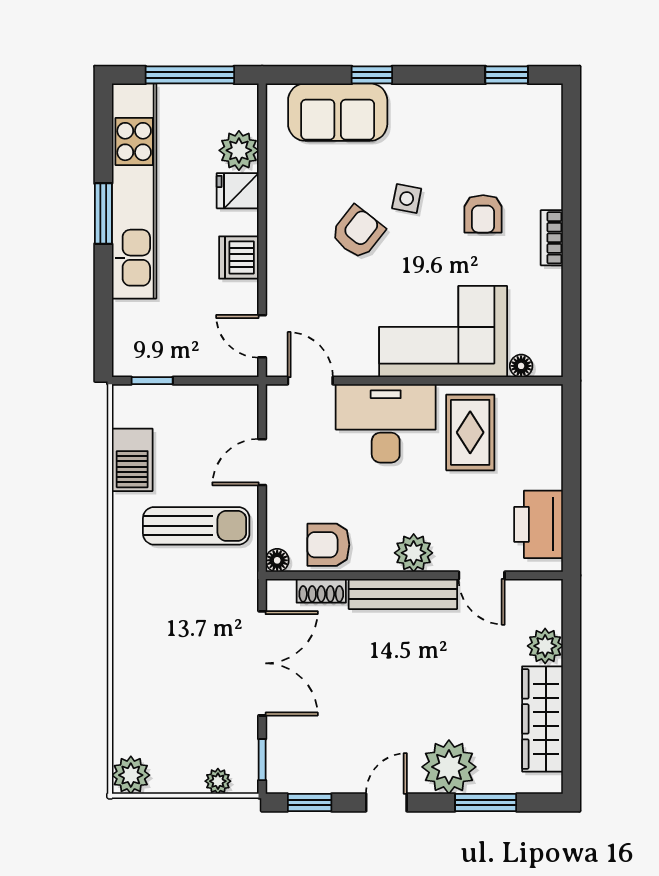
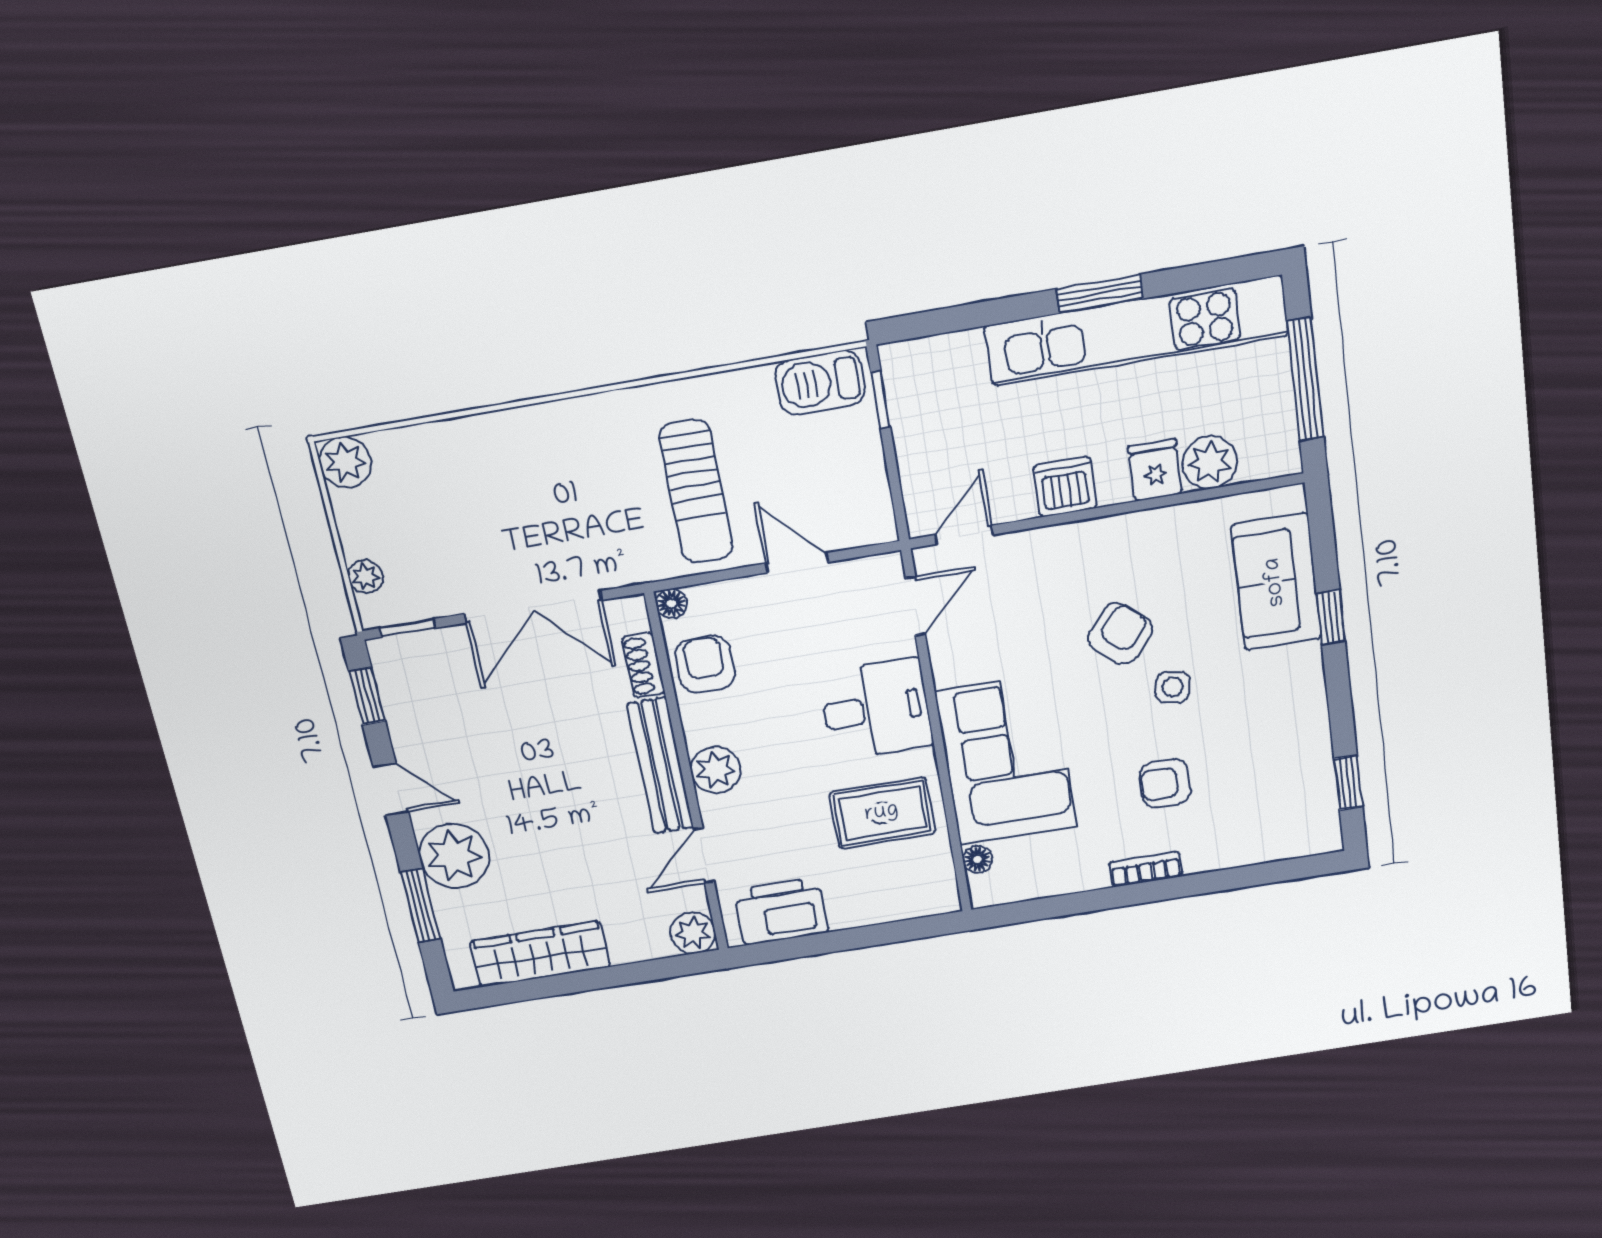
armchair: (358, 232) -> (1120, 633), turned -87
desk: (386, 423) -> (876, 709), width x0.73
barbecue: (132, 460) -> (820, 383), moved
plant: (545, 646) -> (693, 933), moved

